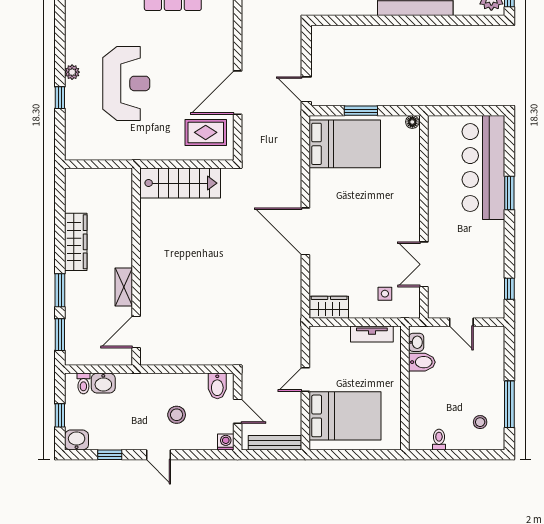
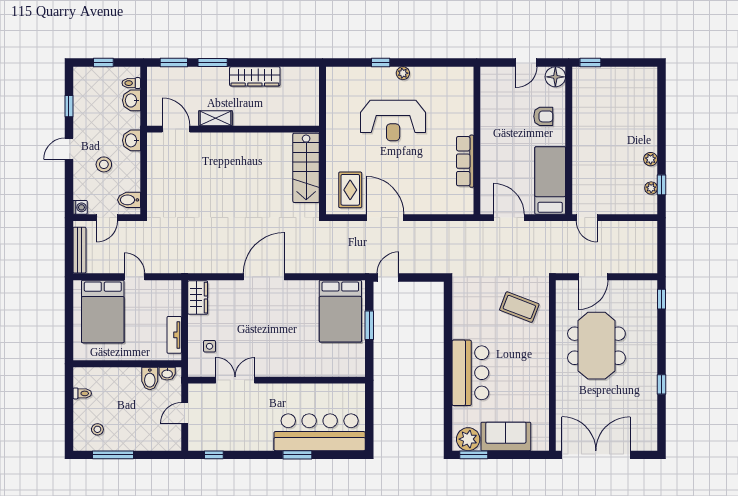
floor lamp: (412, 122) -> (359, 370), removed
washbasin: (77, 440) -> (132, 140), moved, turned 180

